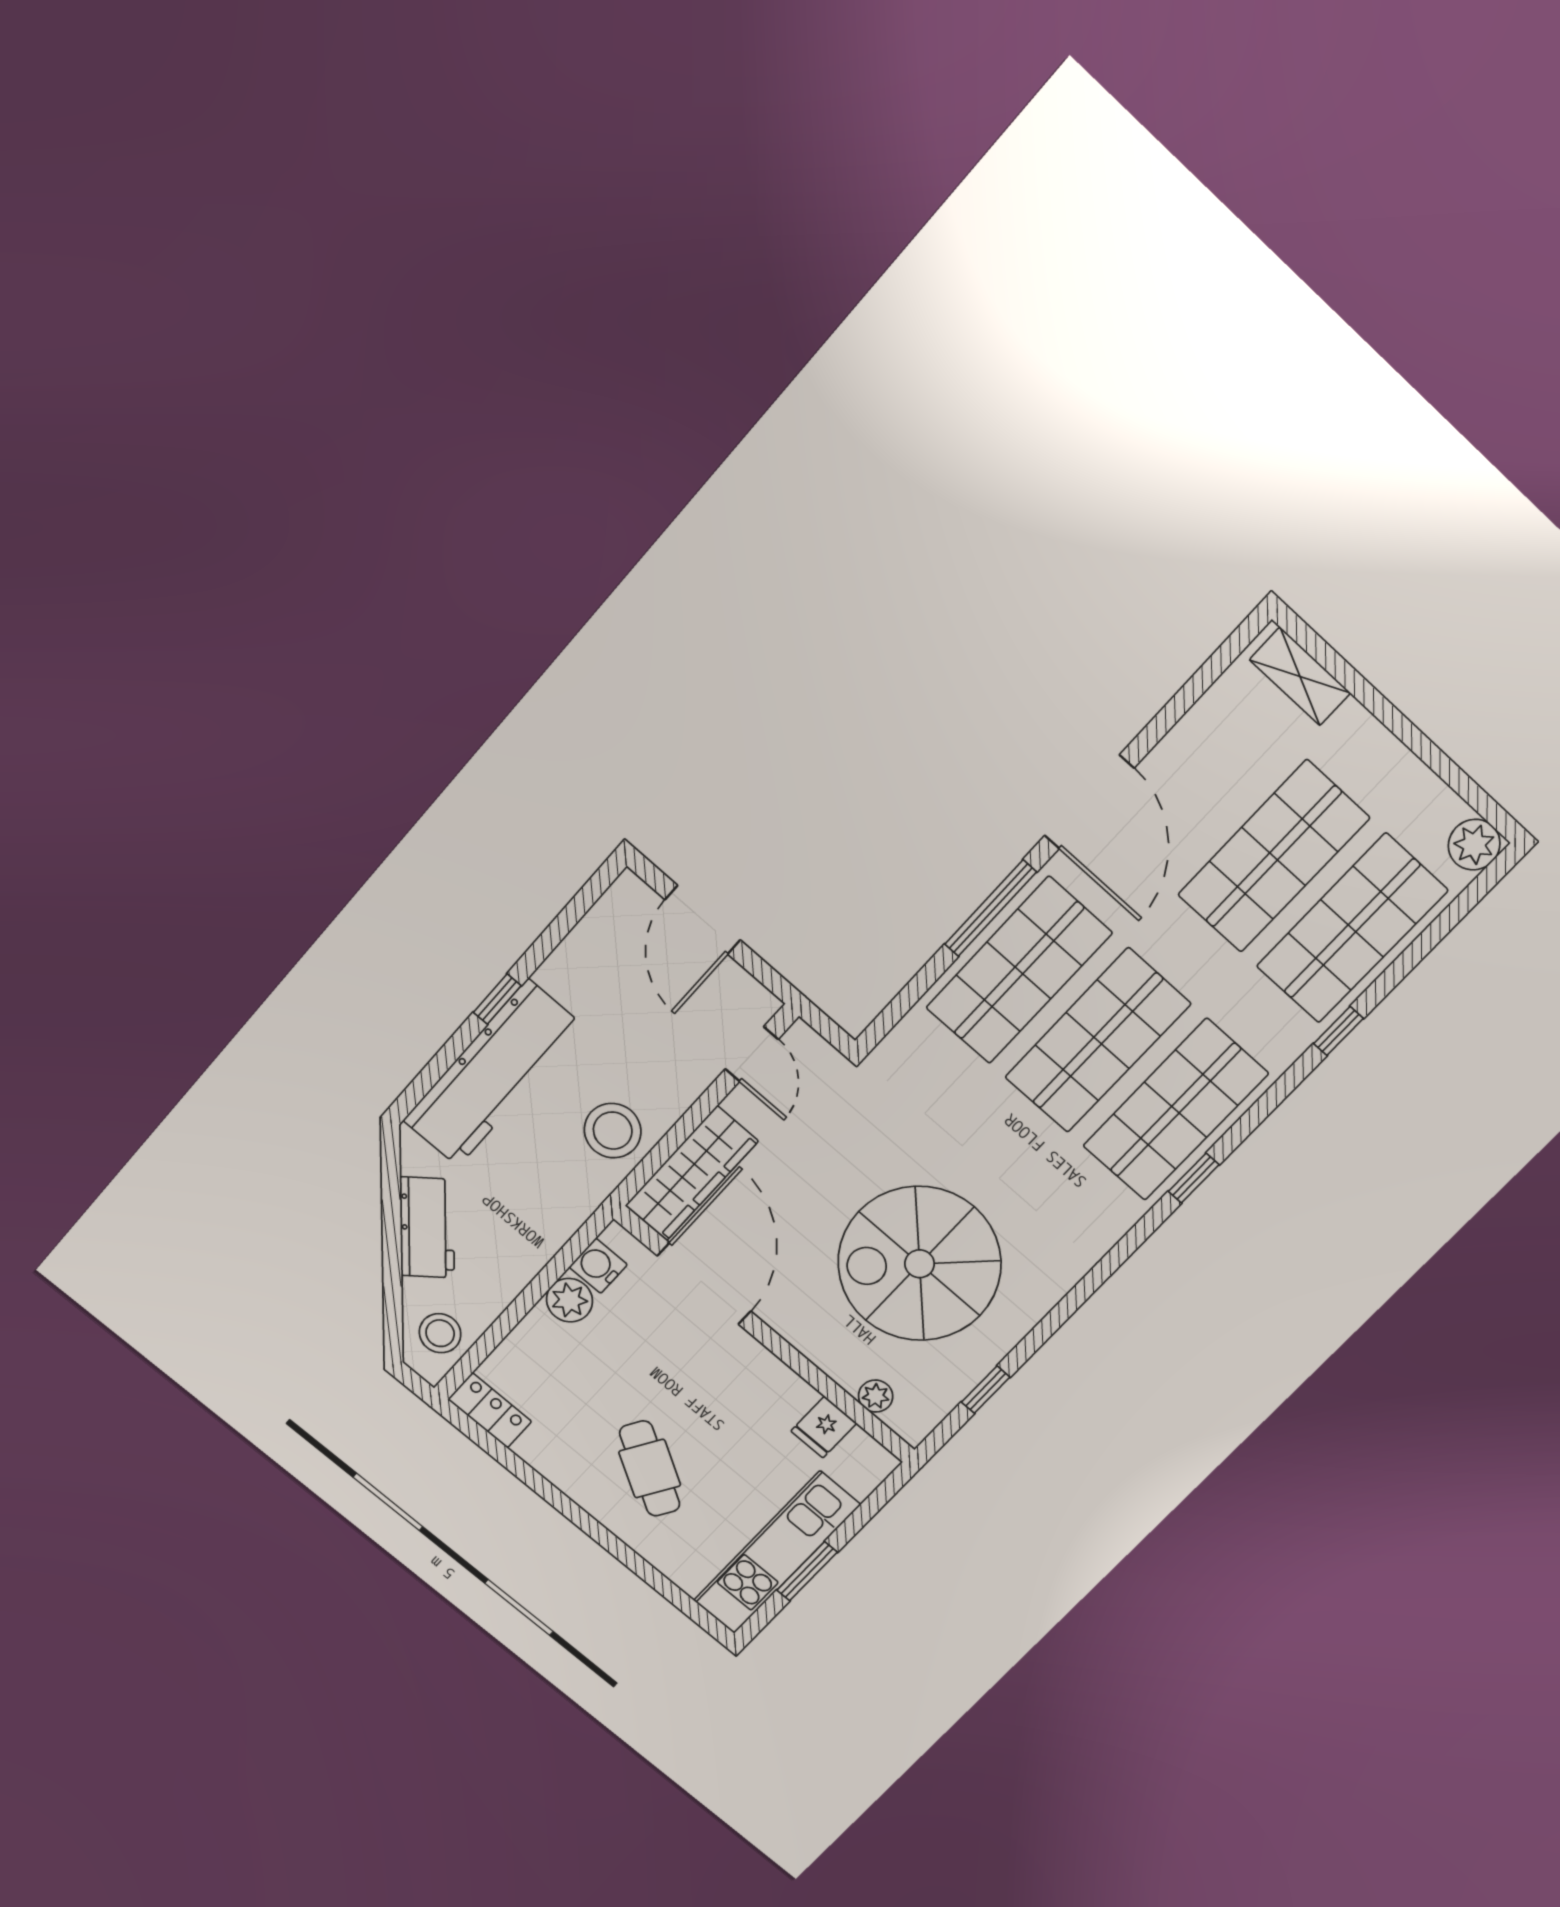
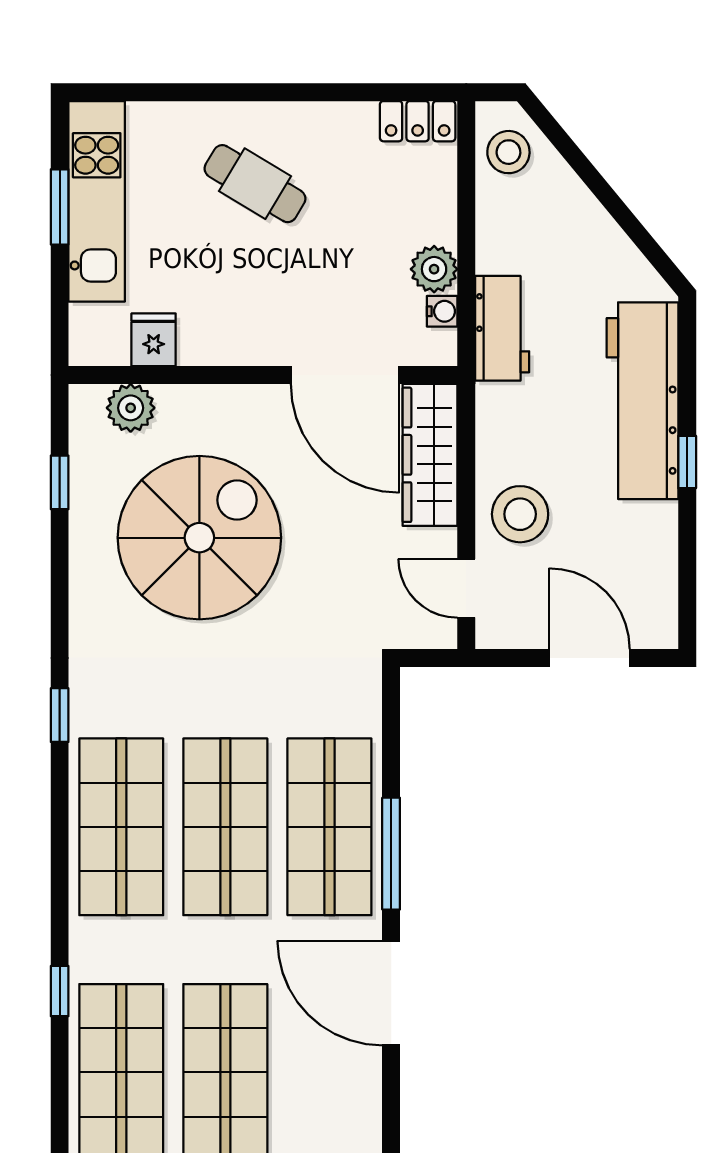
stool: (613, 1131) -> (520, 514), moved
window: (1194, 1178) -> (60, 715), moved
workbench: (427, 1228) -> (502, 328), moved, turned -140
water cooler: (598, 1266) -> (442, 311), width x0.72, depth x0.72
plant: (876, 1396) -> (131, 408), width x1.38, depth x1.38

